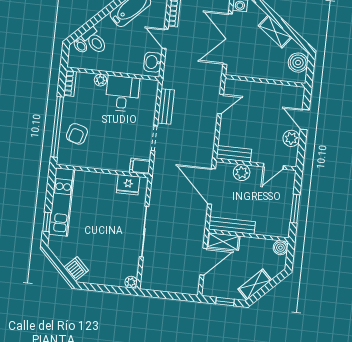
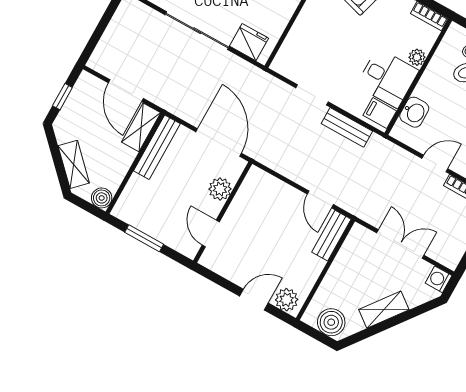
double door: (228, 39) -> (400, 244), width x0.73
washbasin: (153, 62) -> (414, 112), moved, turned 90
plant: (291, 138) -> (287, 300), moved
bench: (234, 154) -> (331, 236), moved
filing cabinet: (140, 166) -> (380, 113), moved, turned -90
fridge: (128, 185) -> (249, 42), moved, turned 90
door: (212, 186) -> (219, 143), hinge flipped
shelving: (255, 285) -> (74, 164), moved

